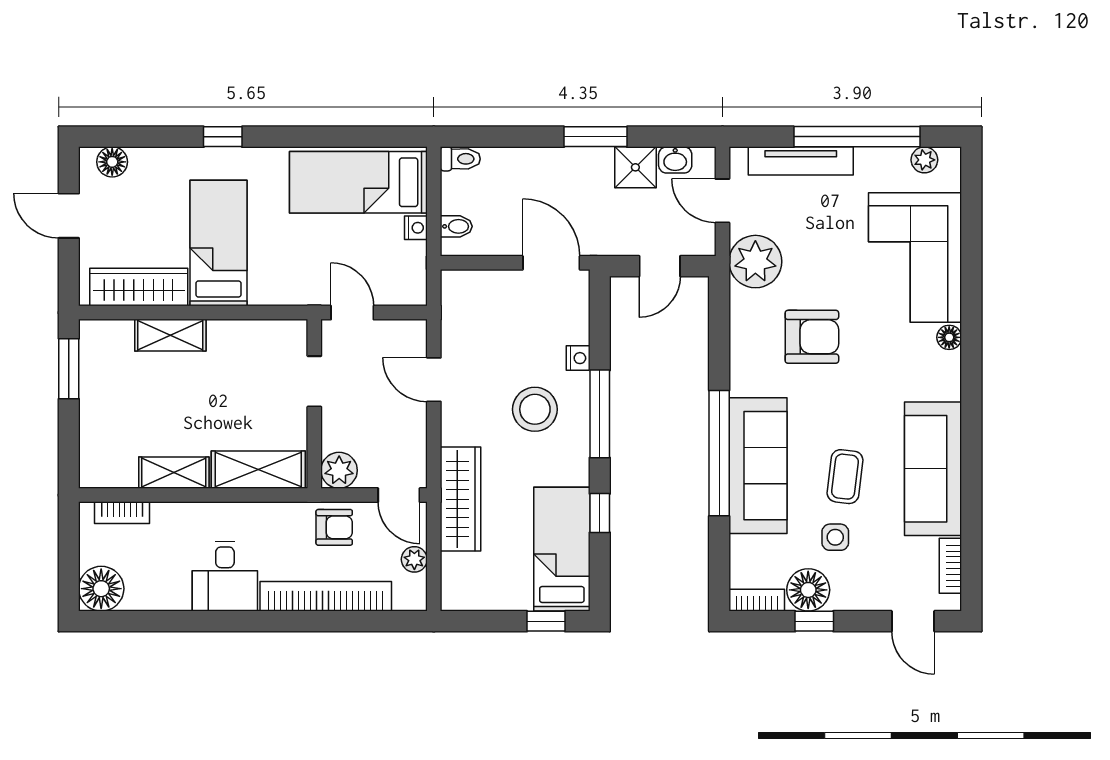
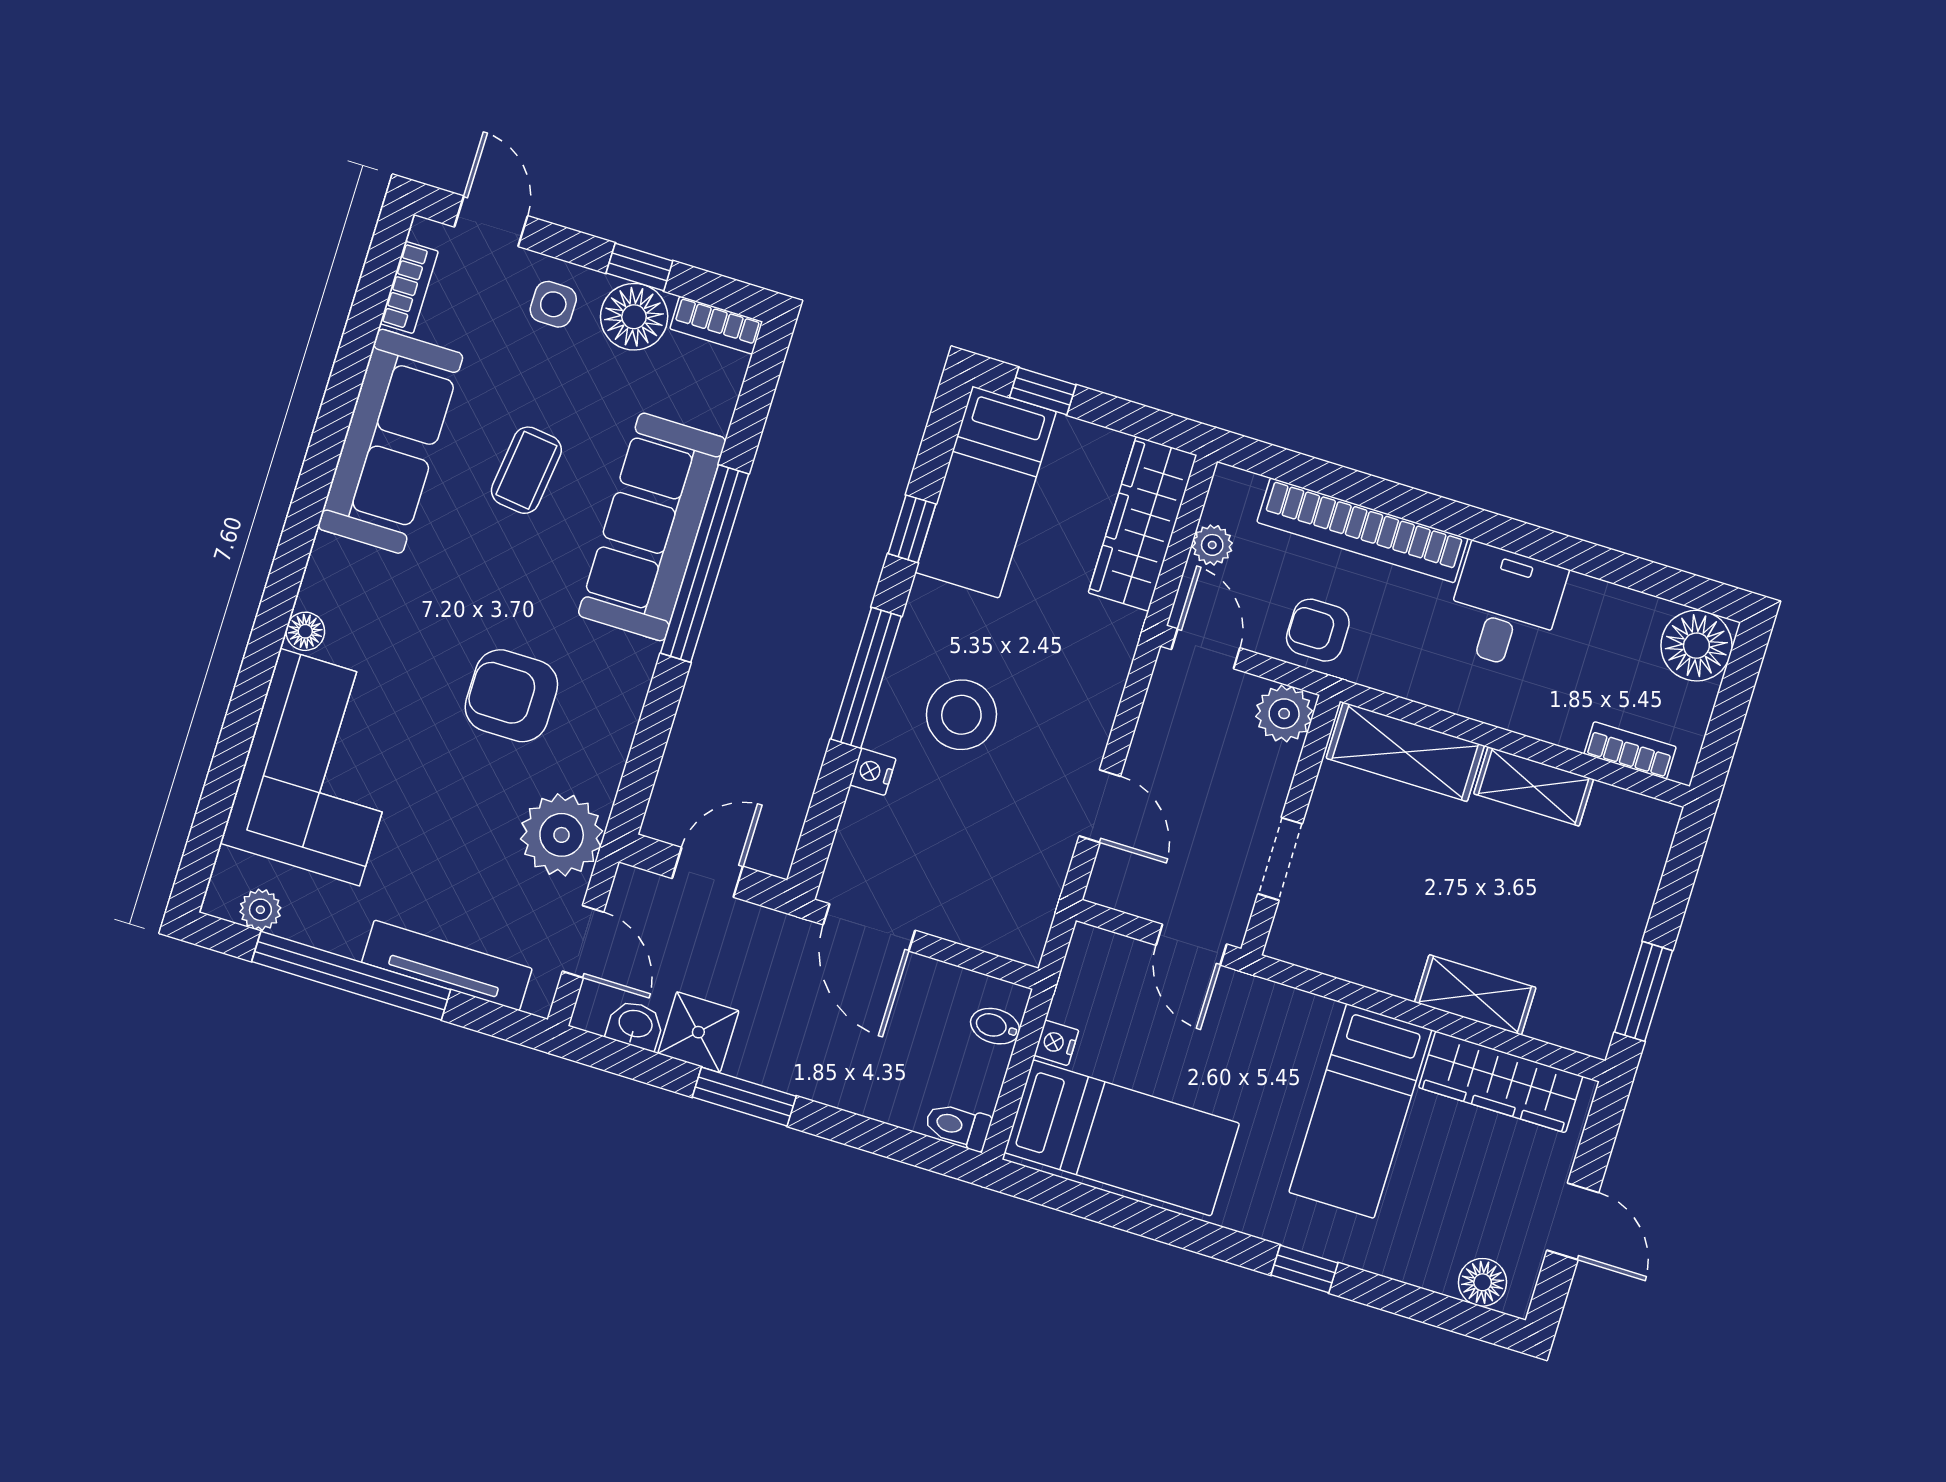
wardrobe: (461, 499) -> (1142, 524), moved
side table: (835, 537) -> (553, 304), moved

